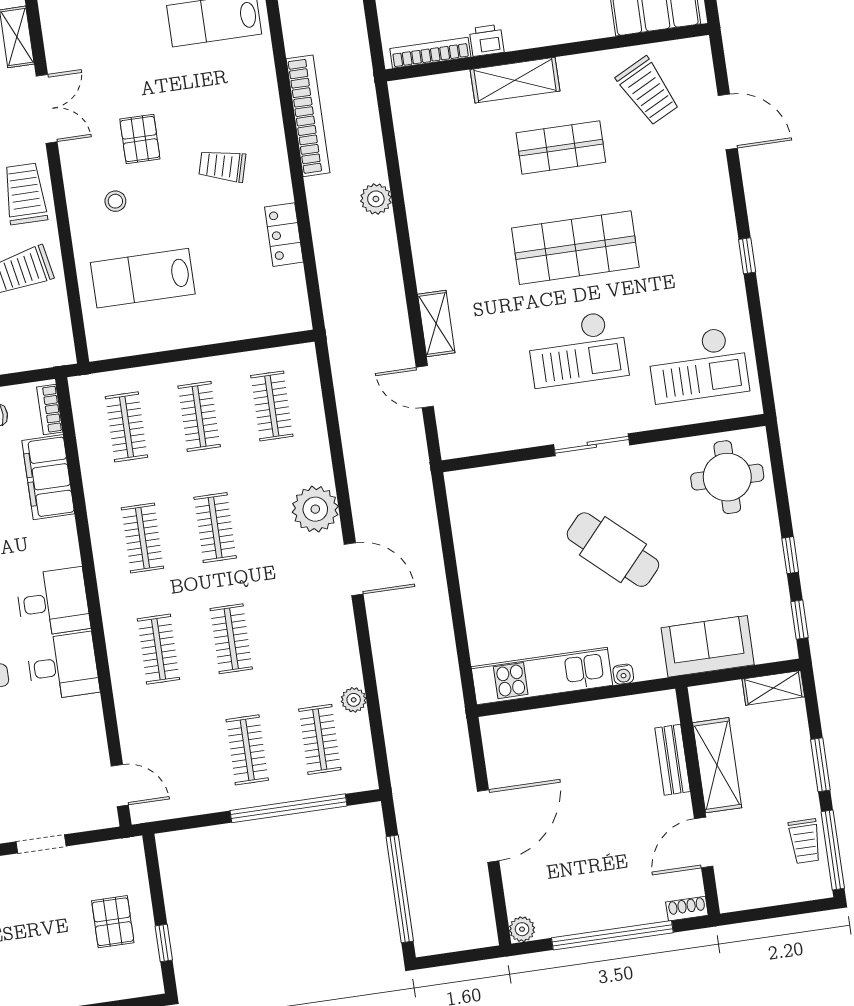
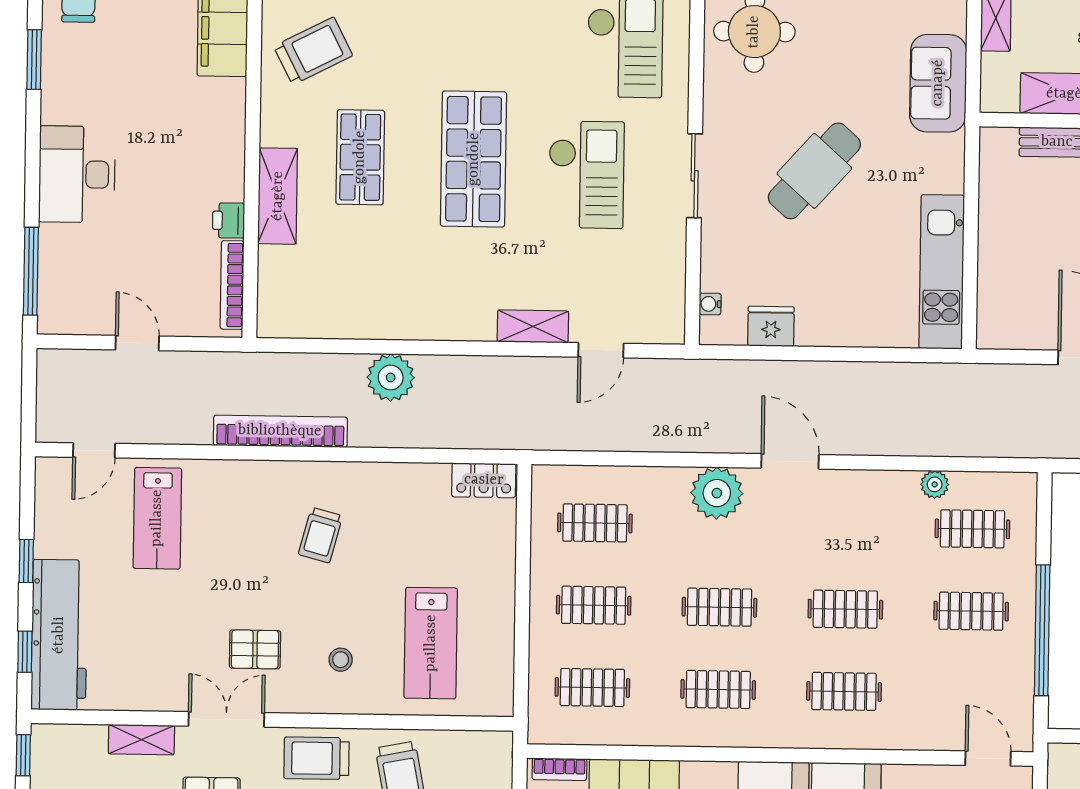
pallet: (140, 139) -> (255, 649), moved
plant: (376, 199) -> (391, 377), width x1.36, depth x1.36
locker: (284, 235) -> (484, 480), moved
fridge: (470, 533) -> (771, 326), added
door: (354, 569) -> (790, 461), hinge flipped
water cooler: (623, 674) -> (710, 304), moved, turned 180
door: (120, 786) -> (988, 758), hinge flipped
window: (289, 808) -> (1042, 630), moved

